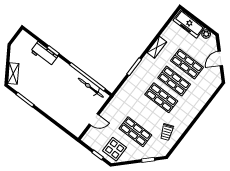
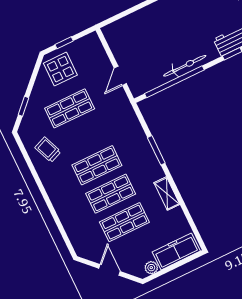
bicycle: (91, 88) -> (185, 66), moved
door: (94, 119) -> (120, 76), moved

